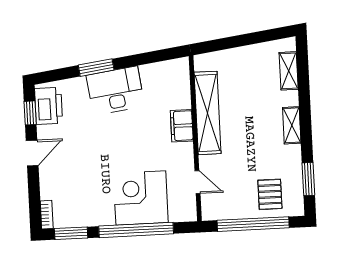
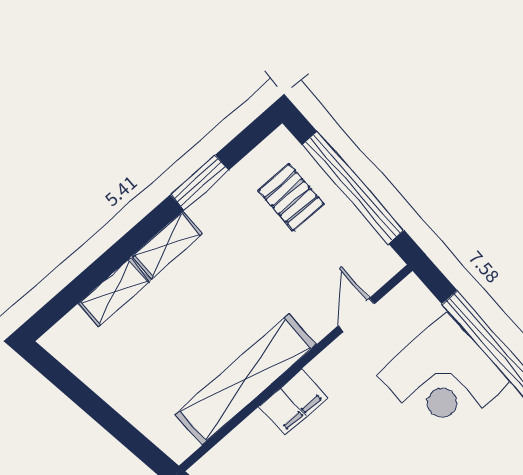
shelving: (289, 71) -> (114, 292), moved
window: (308, 179) -> (200, 182), moved
pallet: (270, 194) -> (291, 197), turned 90

